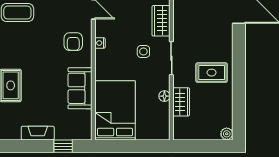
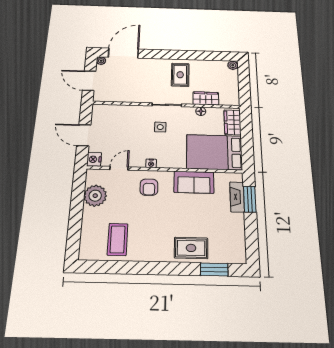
wardrobe: (161, 21) -> (233, 122), moved, turned 90
armchair: (73, 42) -> (149, 187), turned 89
fireplace: (38, 133) -> (237, 197), moved
window: (63, 146) -> (250, 199), width x1.50

